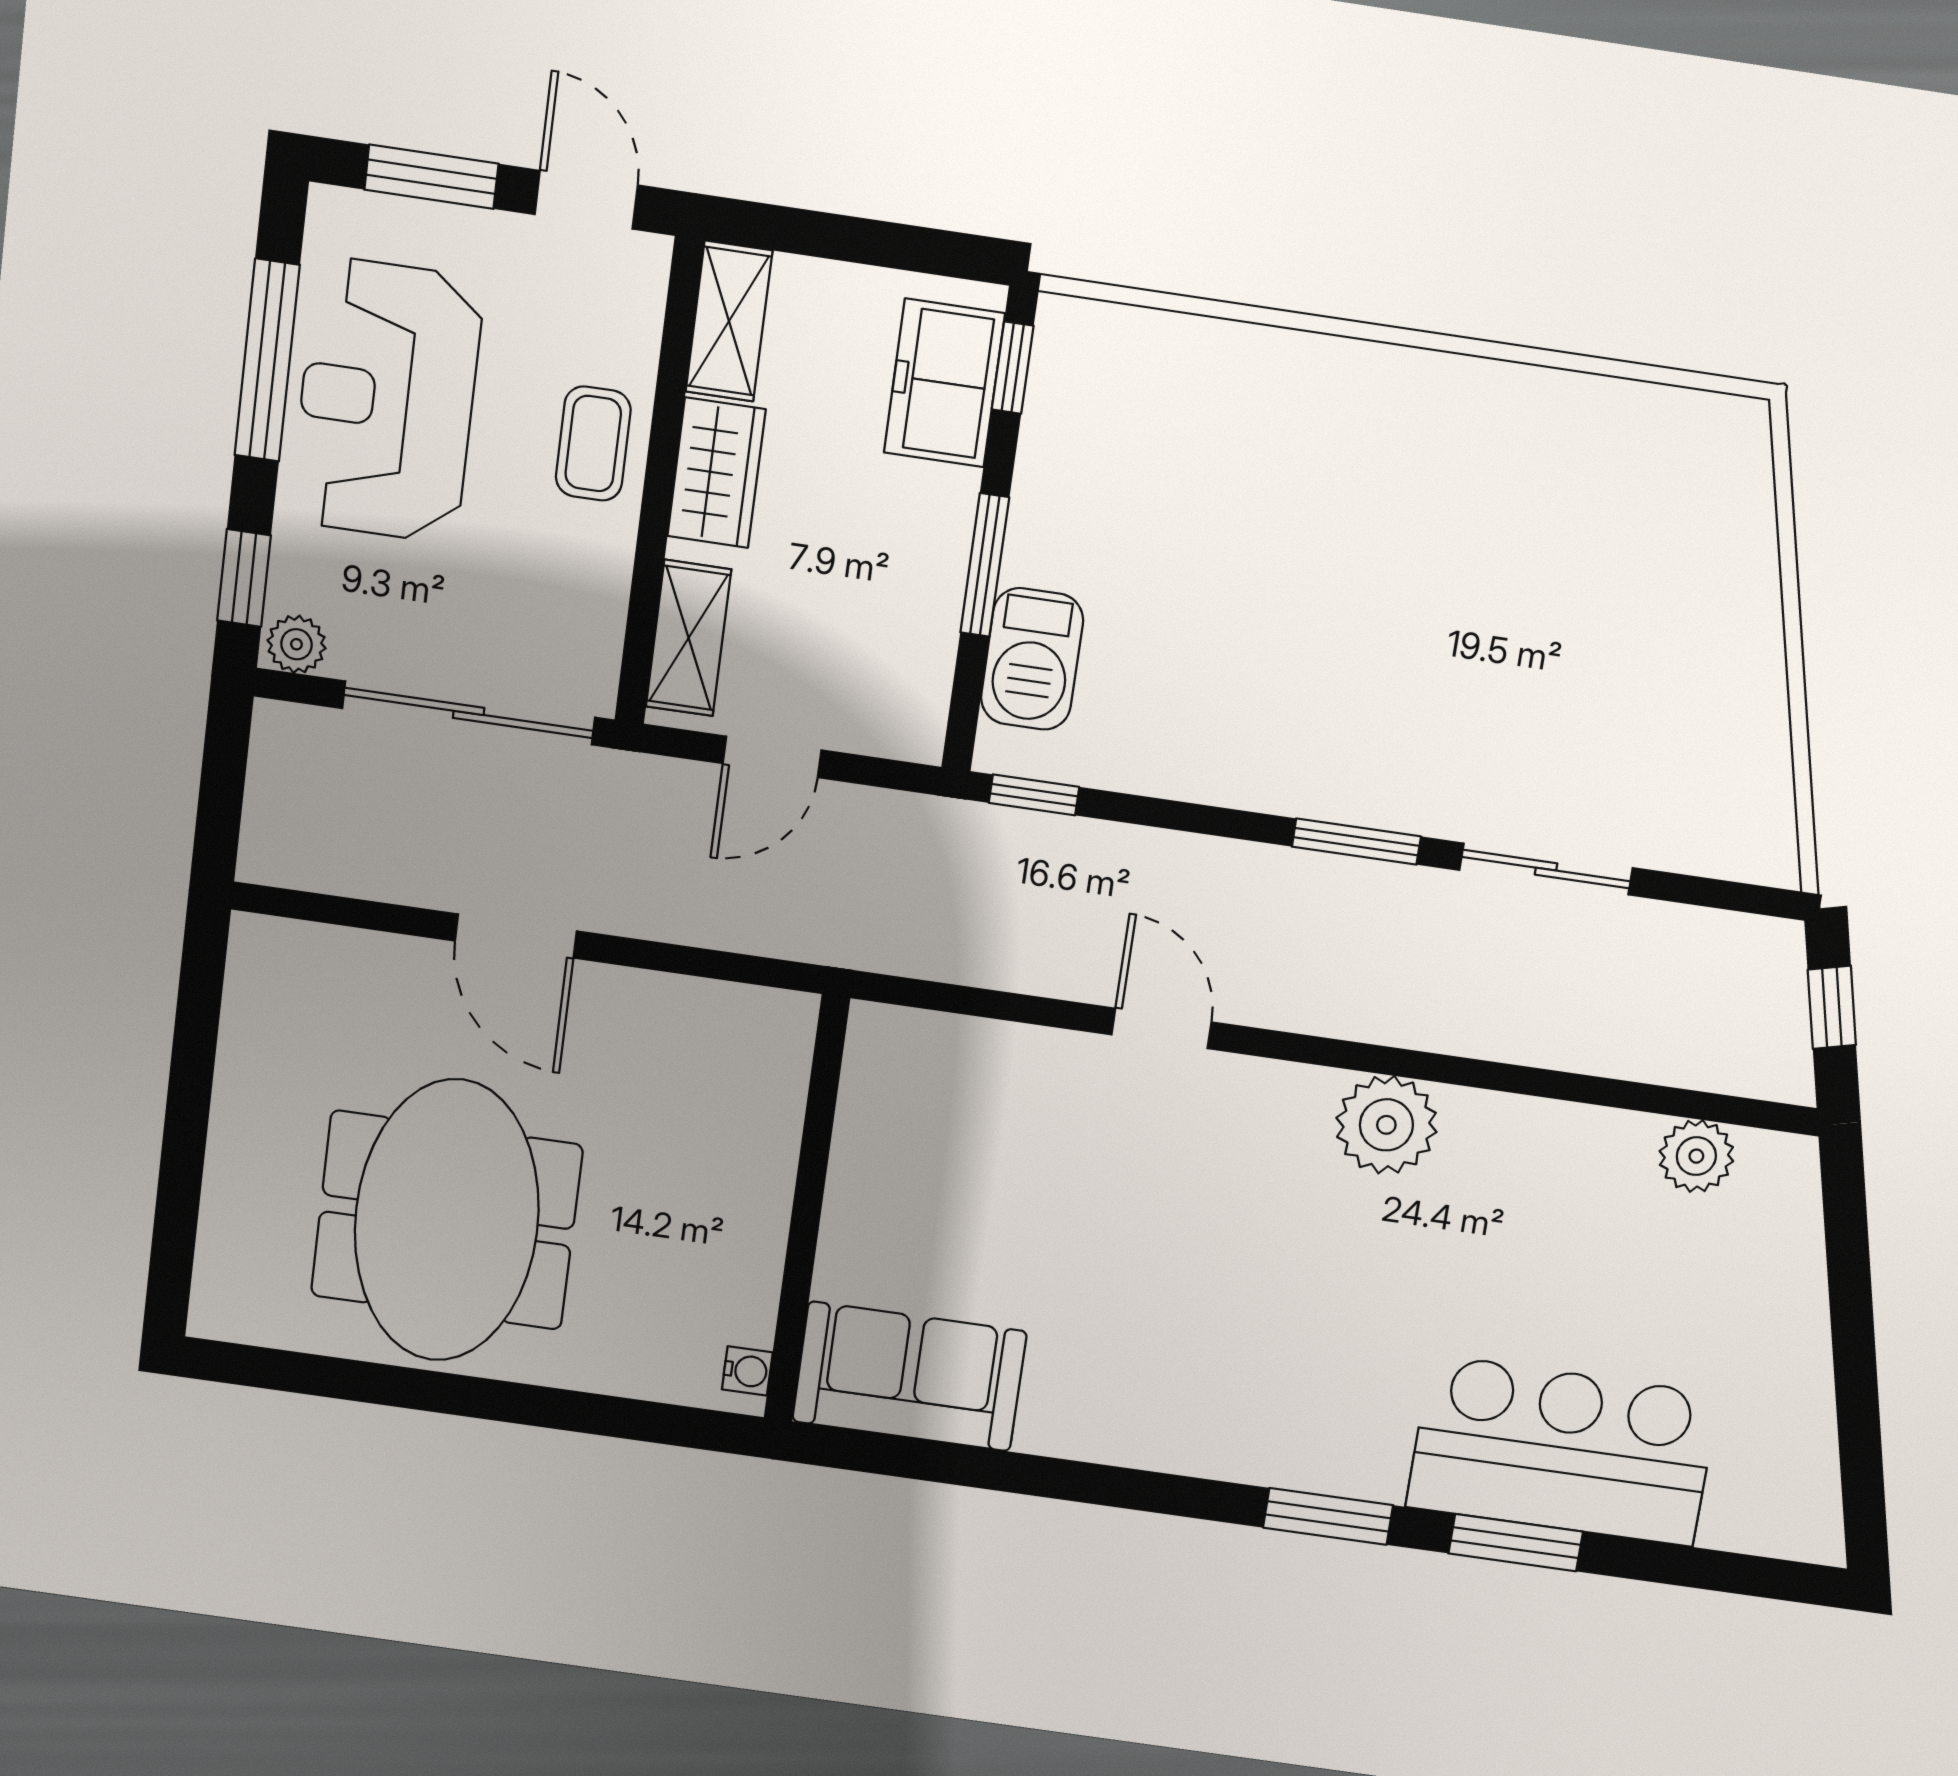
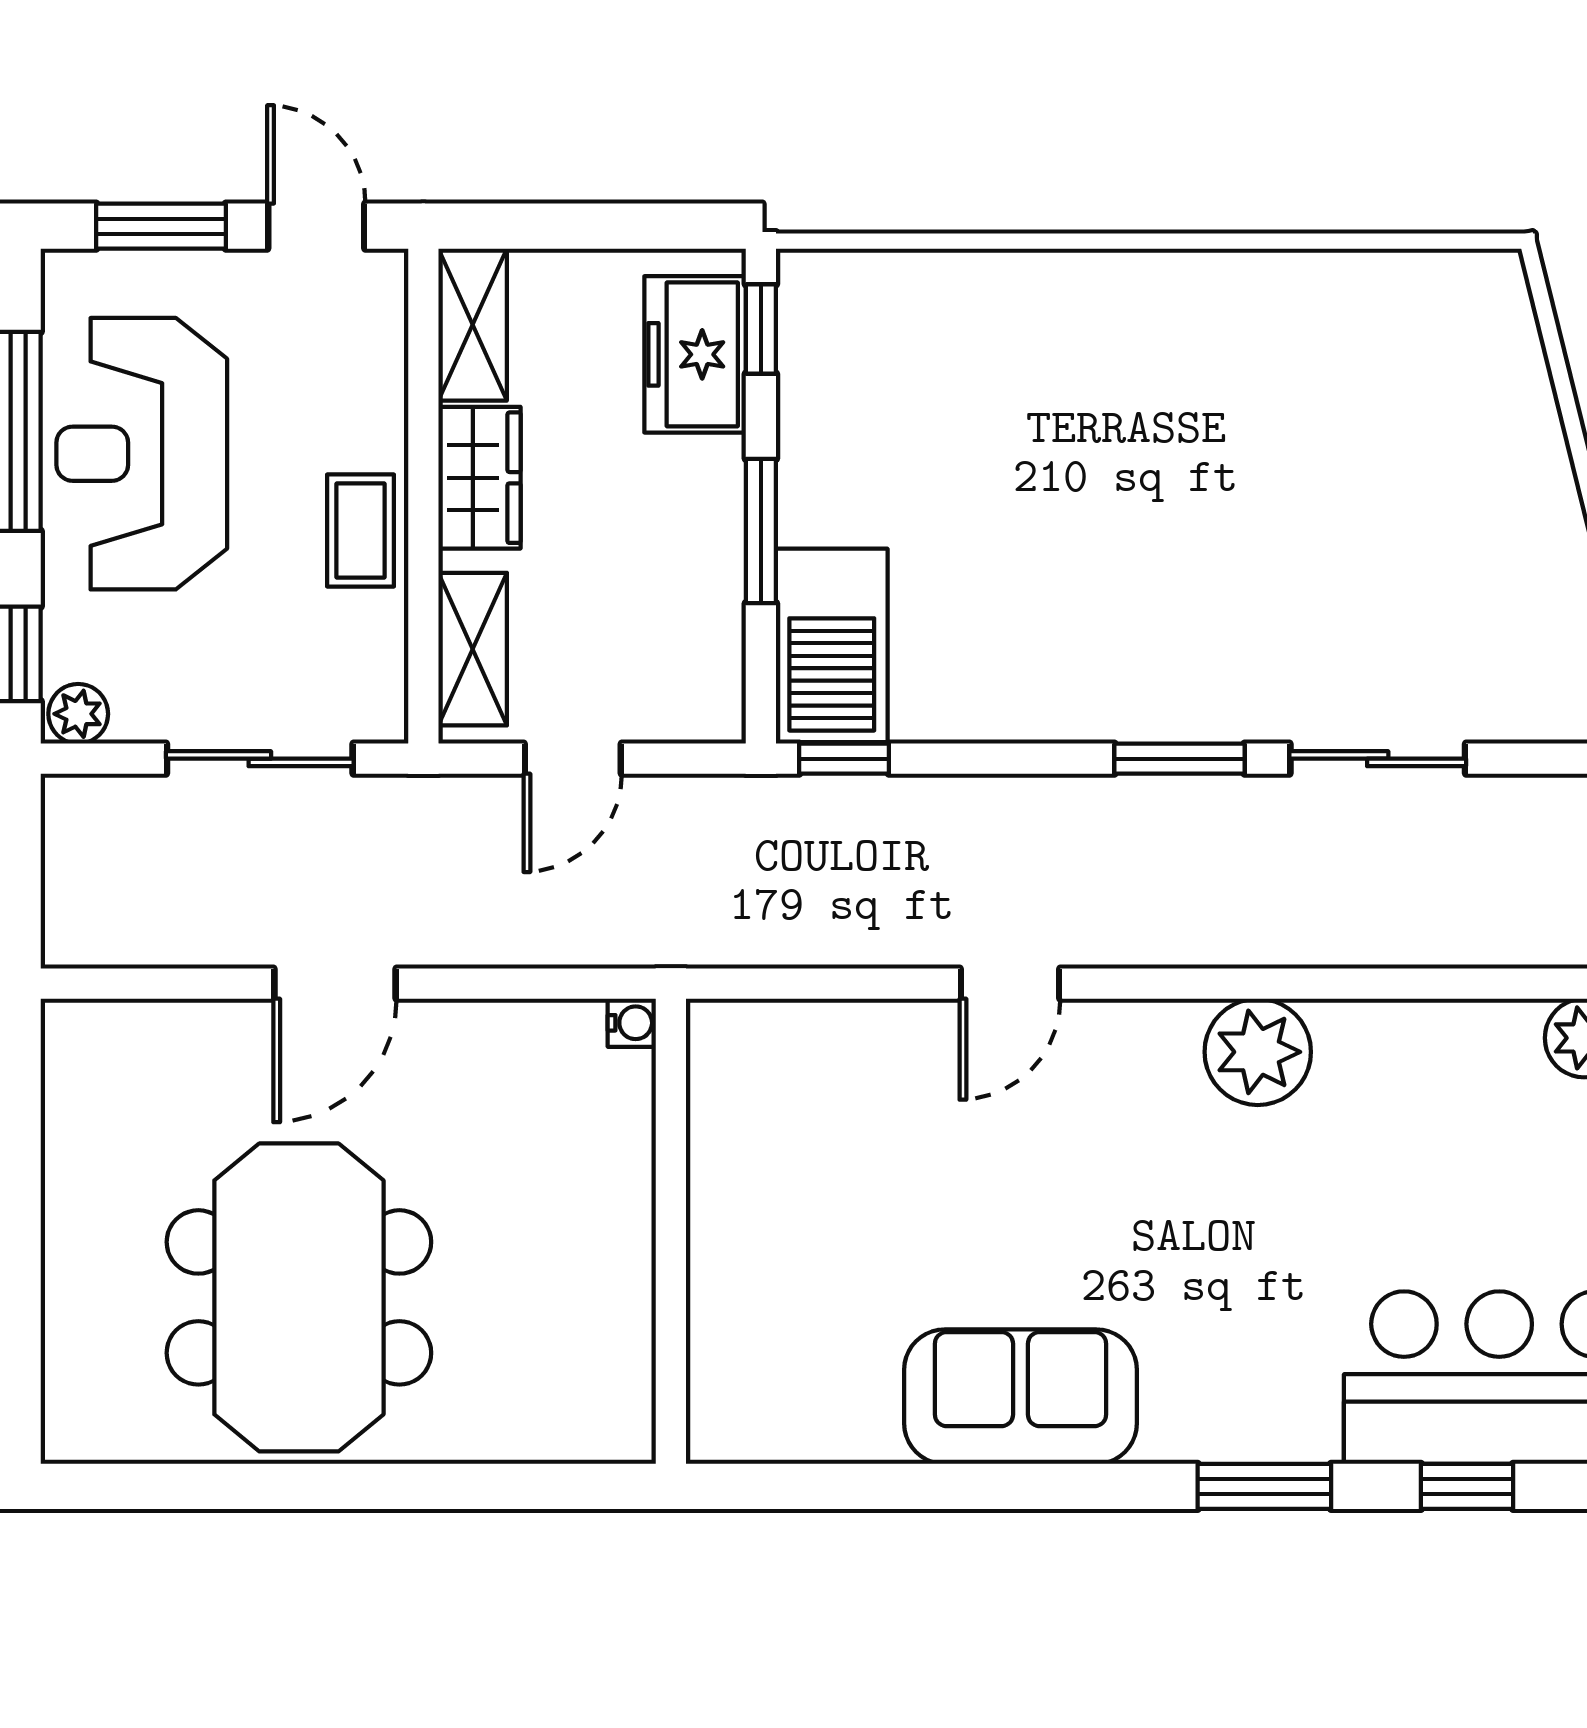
coffee table: (593, 444) -> (360, 530), moved
barbecue: (1032, 659) -> (832, 645), width x1.37, depth x1.21
sliding door: (469, 713) -> (260, 759), width x0.73
door: (516, 936) -> (335, 984), hinge flipped
door: (1161, 1028) -> (1010, 984), swing flipped
water cooler: (747, 1371) -> (632, 1023), moved
sofa: (909, 1376) -> (1021, 1397), moved
window: (1516, 1543) -> (1467, 1486), width x0.67

